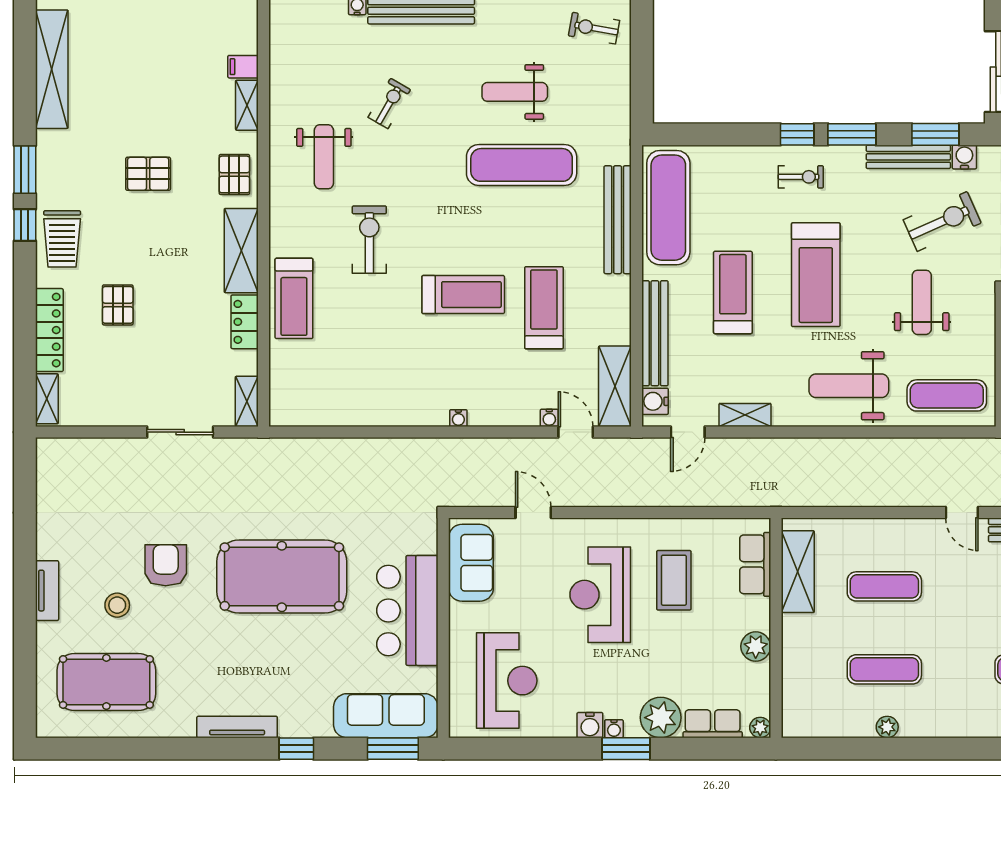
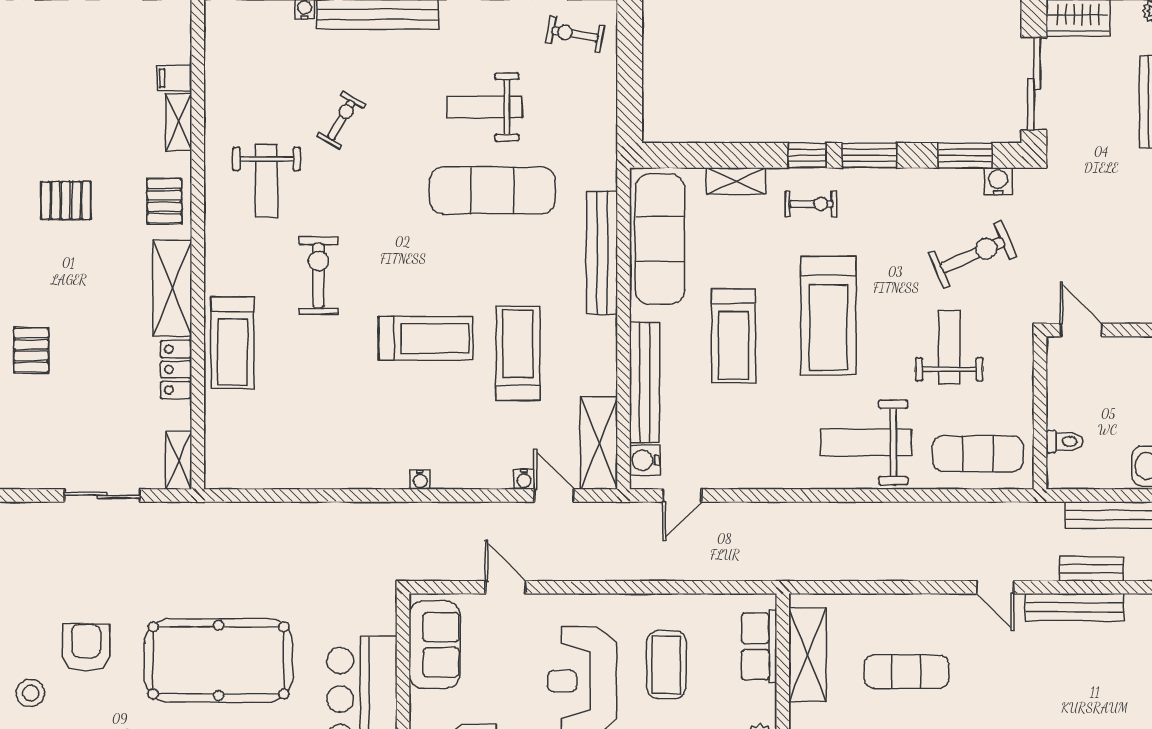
bench: (908, 157) -> (934, 181), removed
treadmill: (733, 292) -> (734, 336), turned 180
shelving: (745, 415) -> (736, 181), moved

